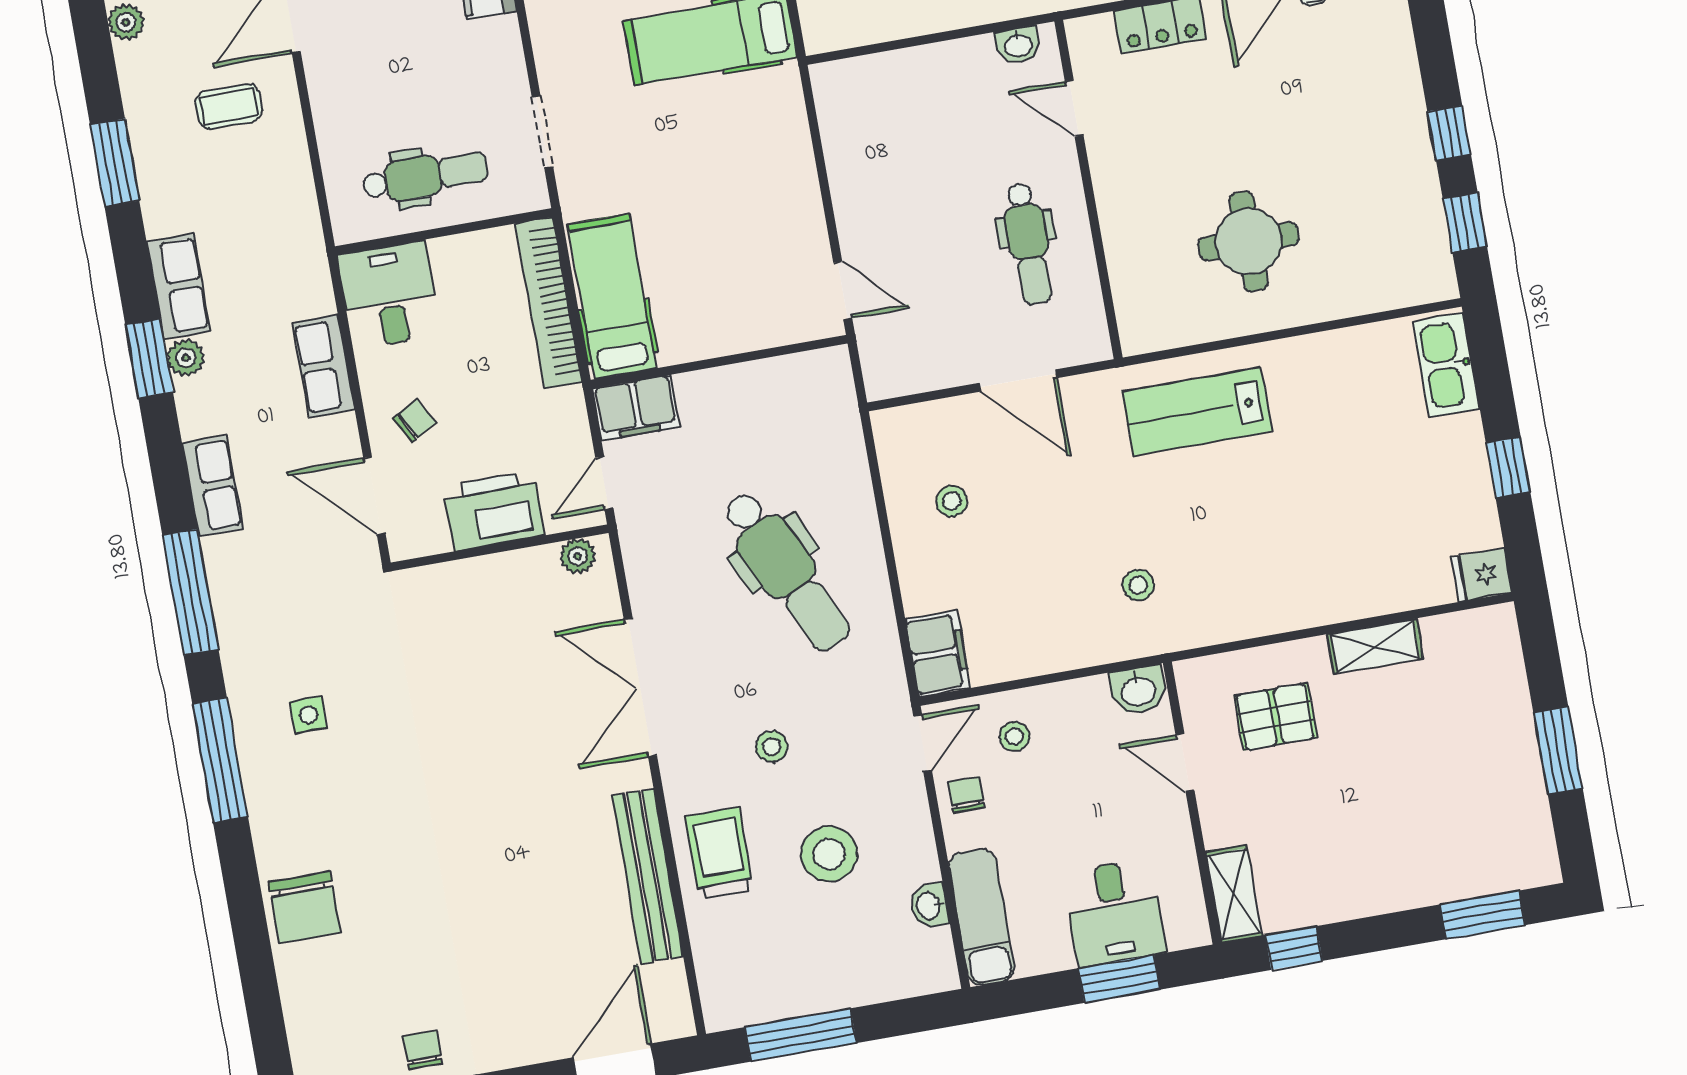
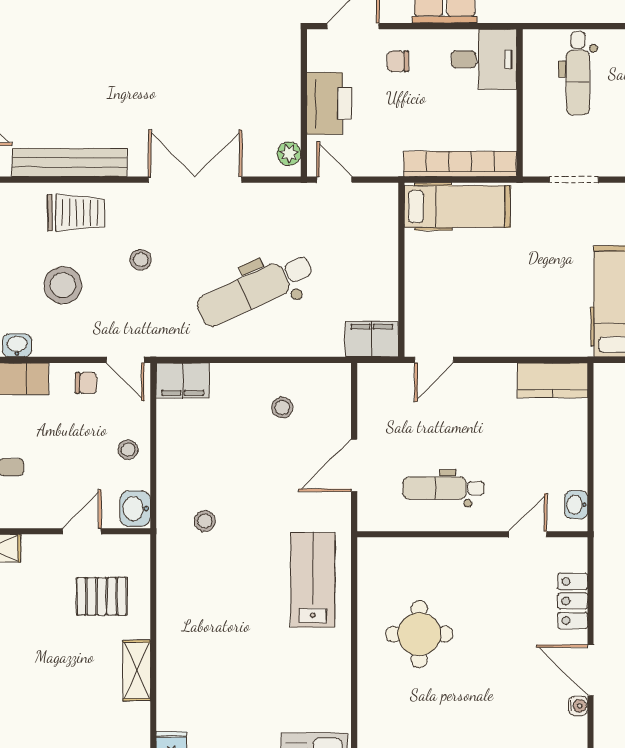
kitchen counter: (842, 112) -> (552, 380), added
dental chair: (425, 176) -> (578, 73), moved
filing cabinet: (636, 408) -> (372, 339), moved, turned 90
chair: (415, 421) -> (398, 61), turned 119
pallet: (1275, 717) -> (102, 596), turned 90
stool: (1015, 736) -> (128, 450), moved

